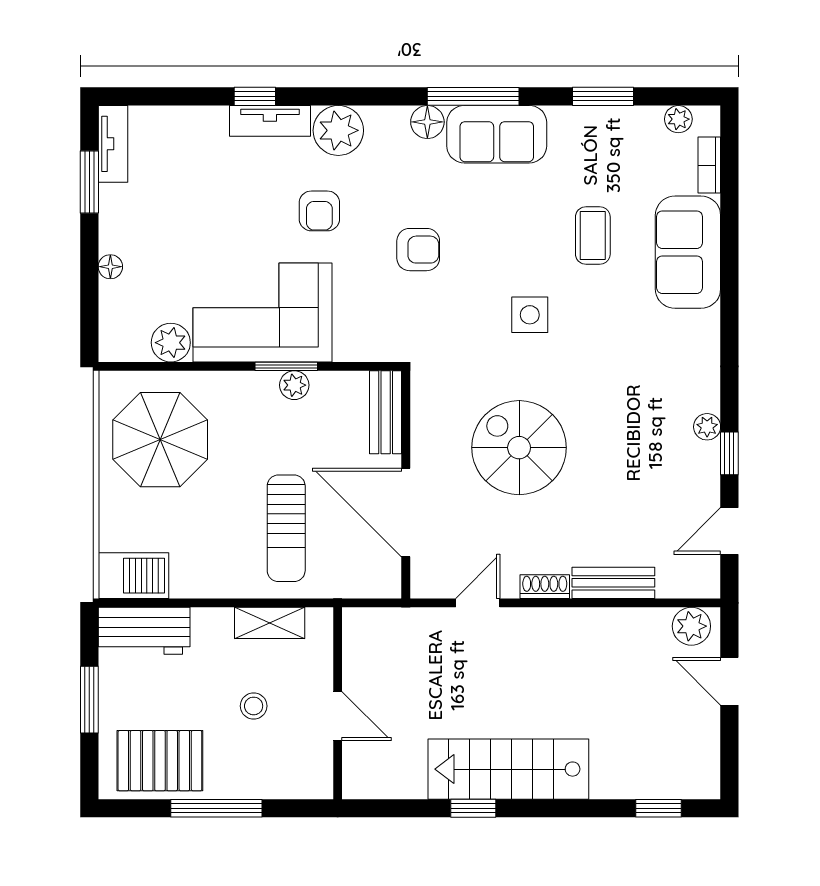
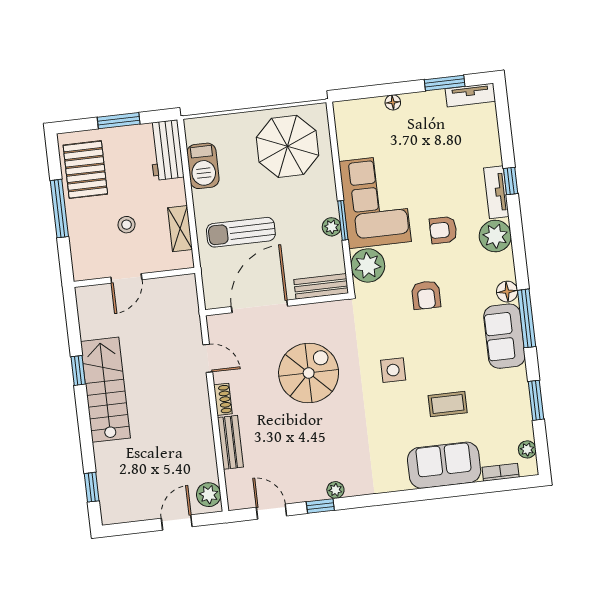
plant: (171, 343) -> (368, 265), moved, width x1.36, depth x1.36
barbecue: (133, 576) -> (203, 166), moved

